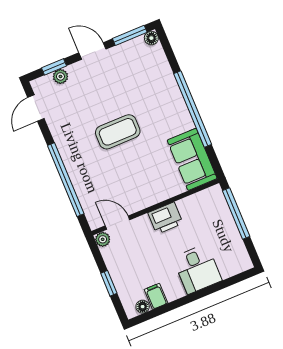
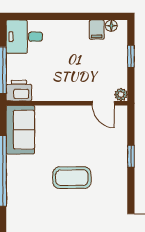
window: (66, 180) -> (131, 156), width x0.32
printer: (165, 218) -> (19, 91), moved
desk: (197, 269) -> (24, 37), moved, turned -90

